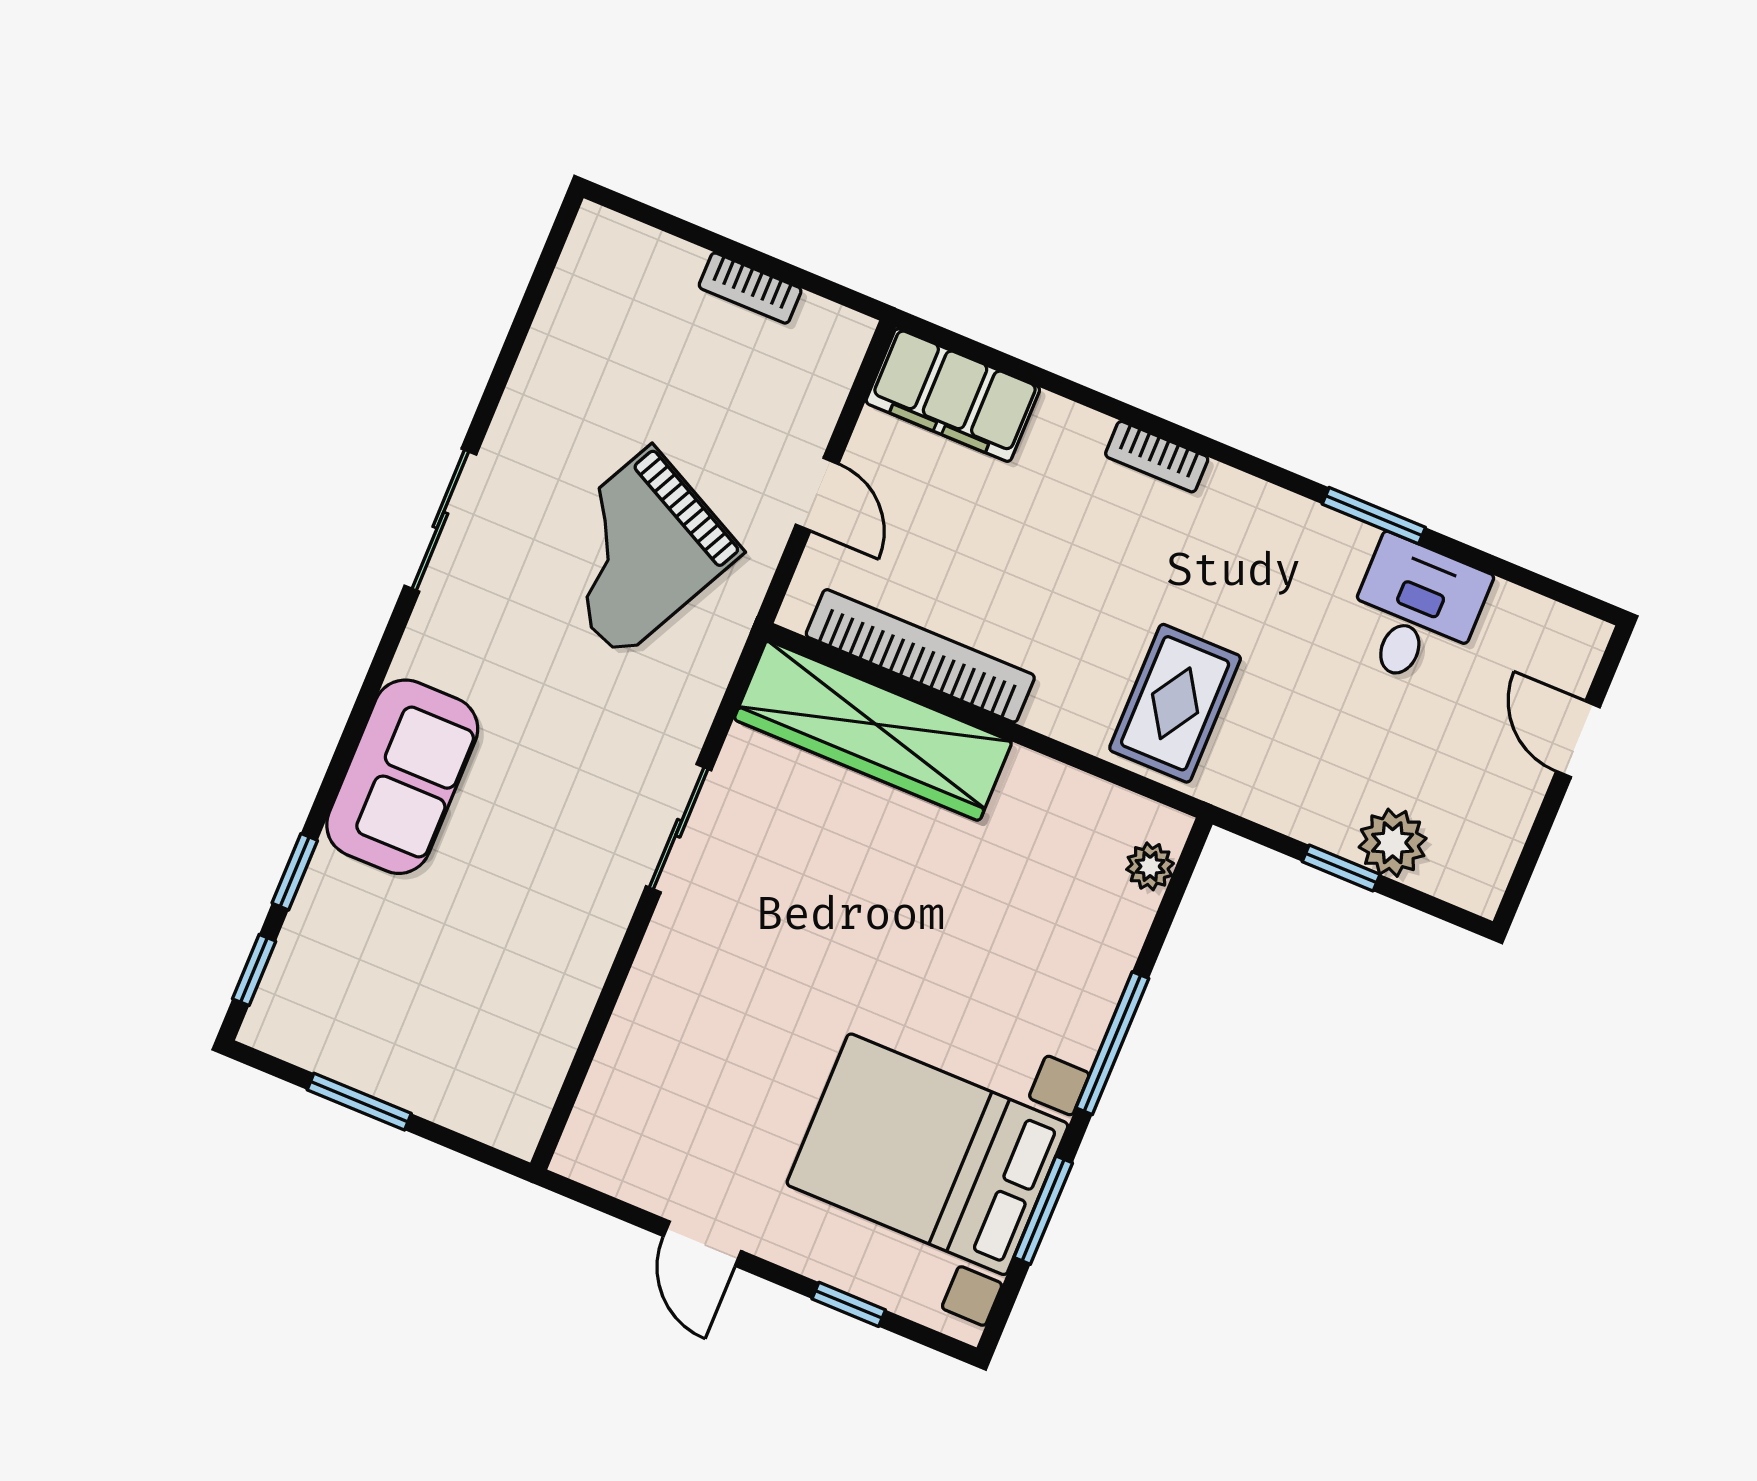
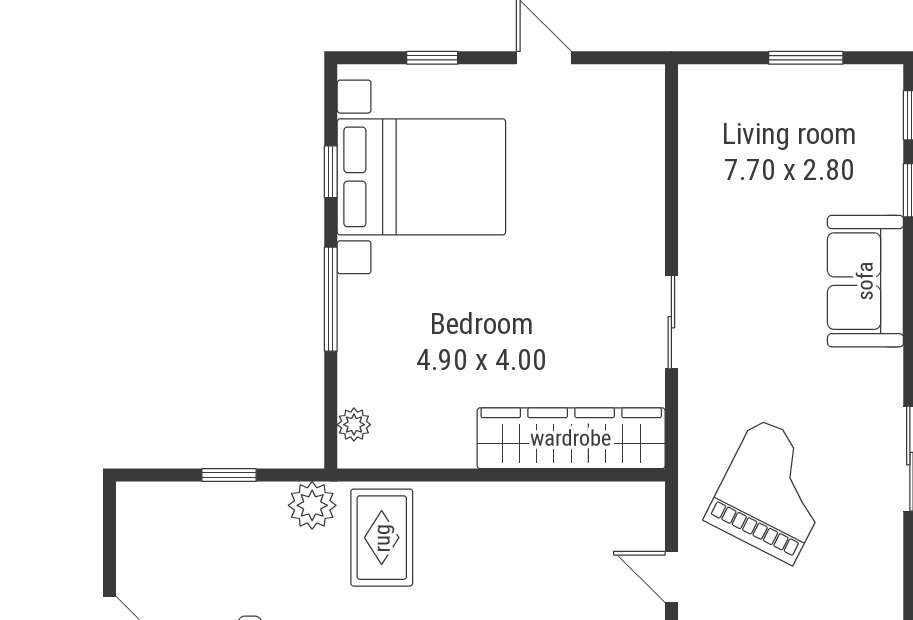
bookcase: (920, 656) -> (561, 500), removed
plant: (1393, 843) -> (312, 505), moved
window: (1043, 1210) -> (331, 172), width x0.67

